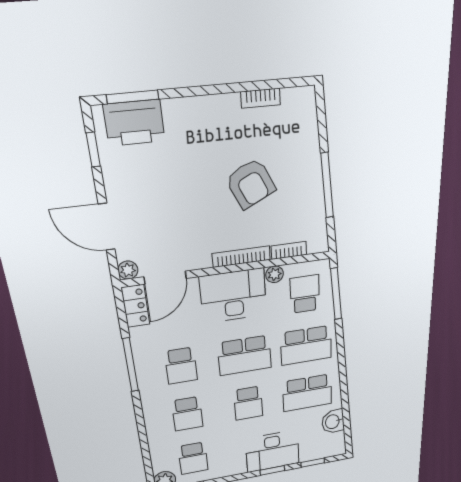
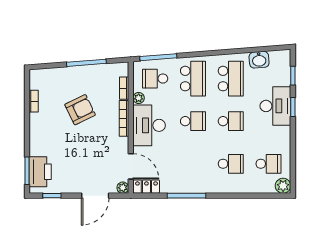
school desk: (245, 355) -> (193, 121), width x0.54
school desk: (181, 366) -> (193, 164), removed

